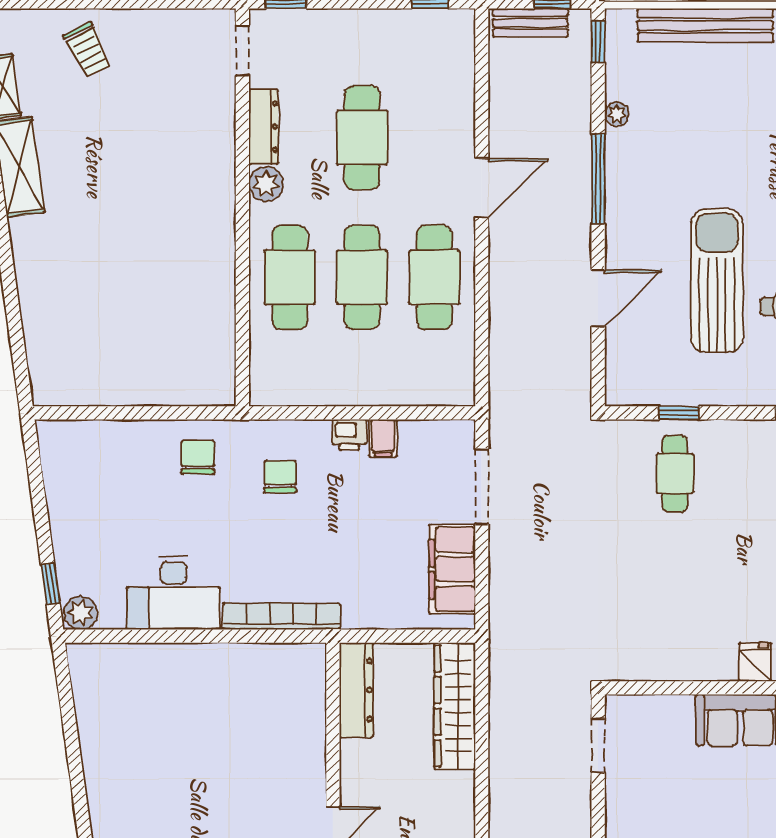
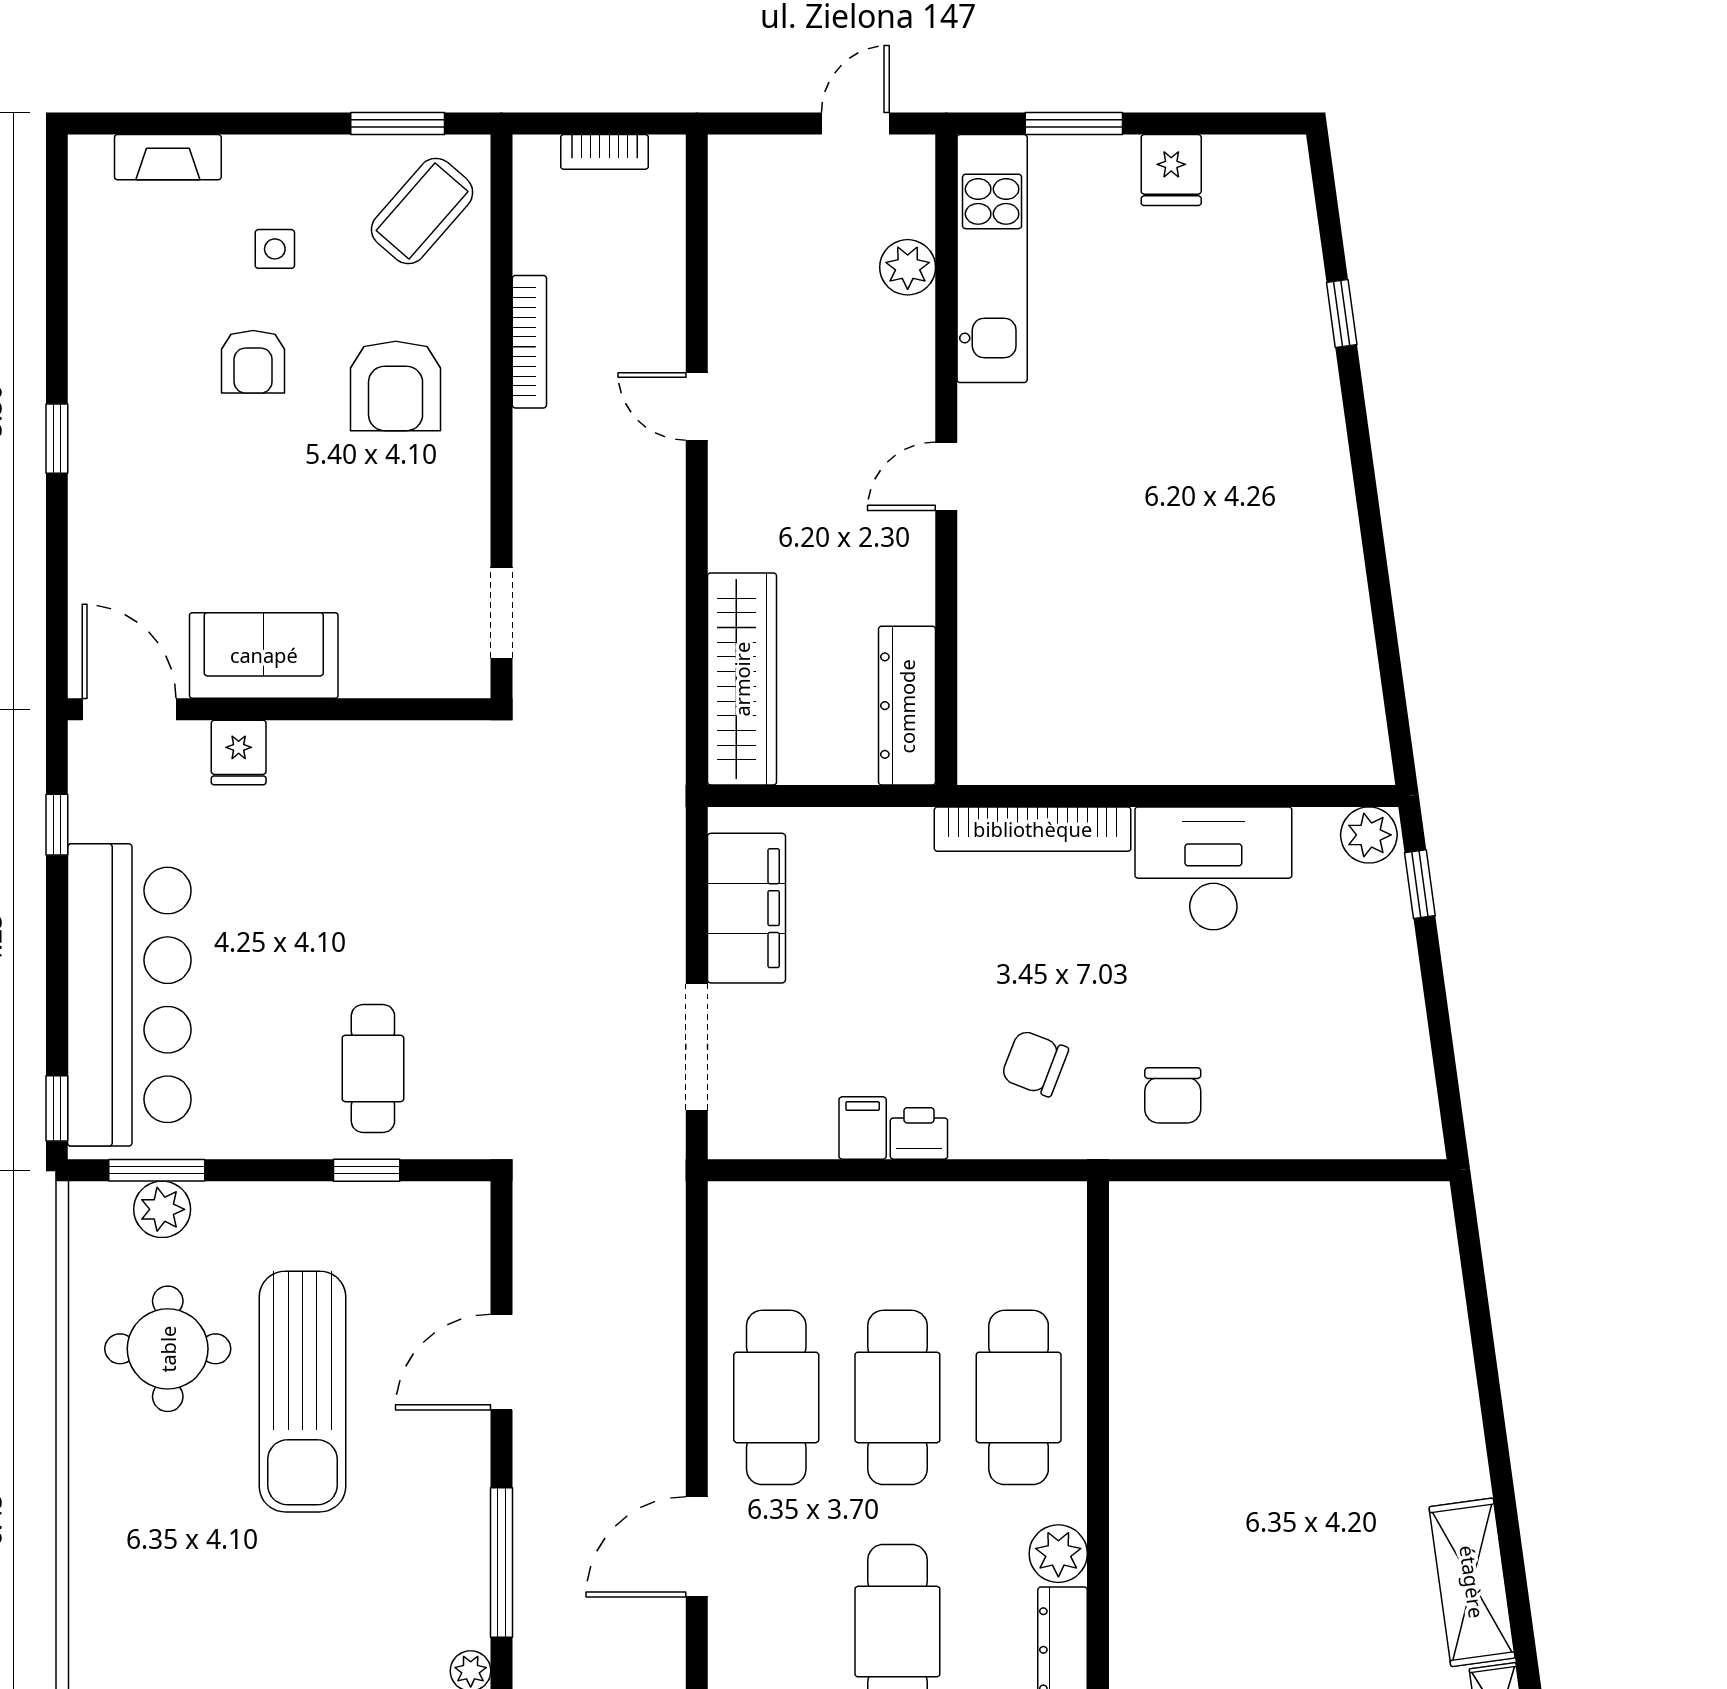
chair: (280, 477) -> (1035, 1063), turned 111

